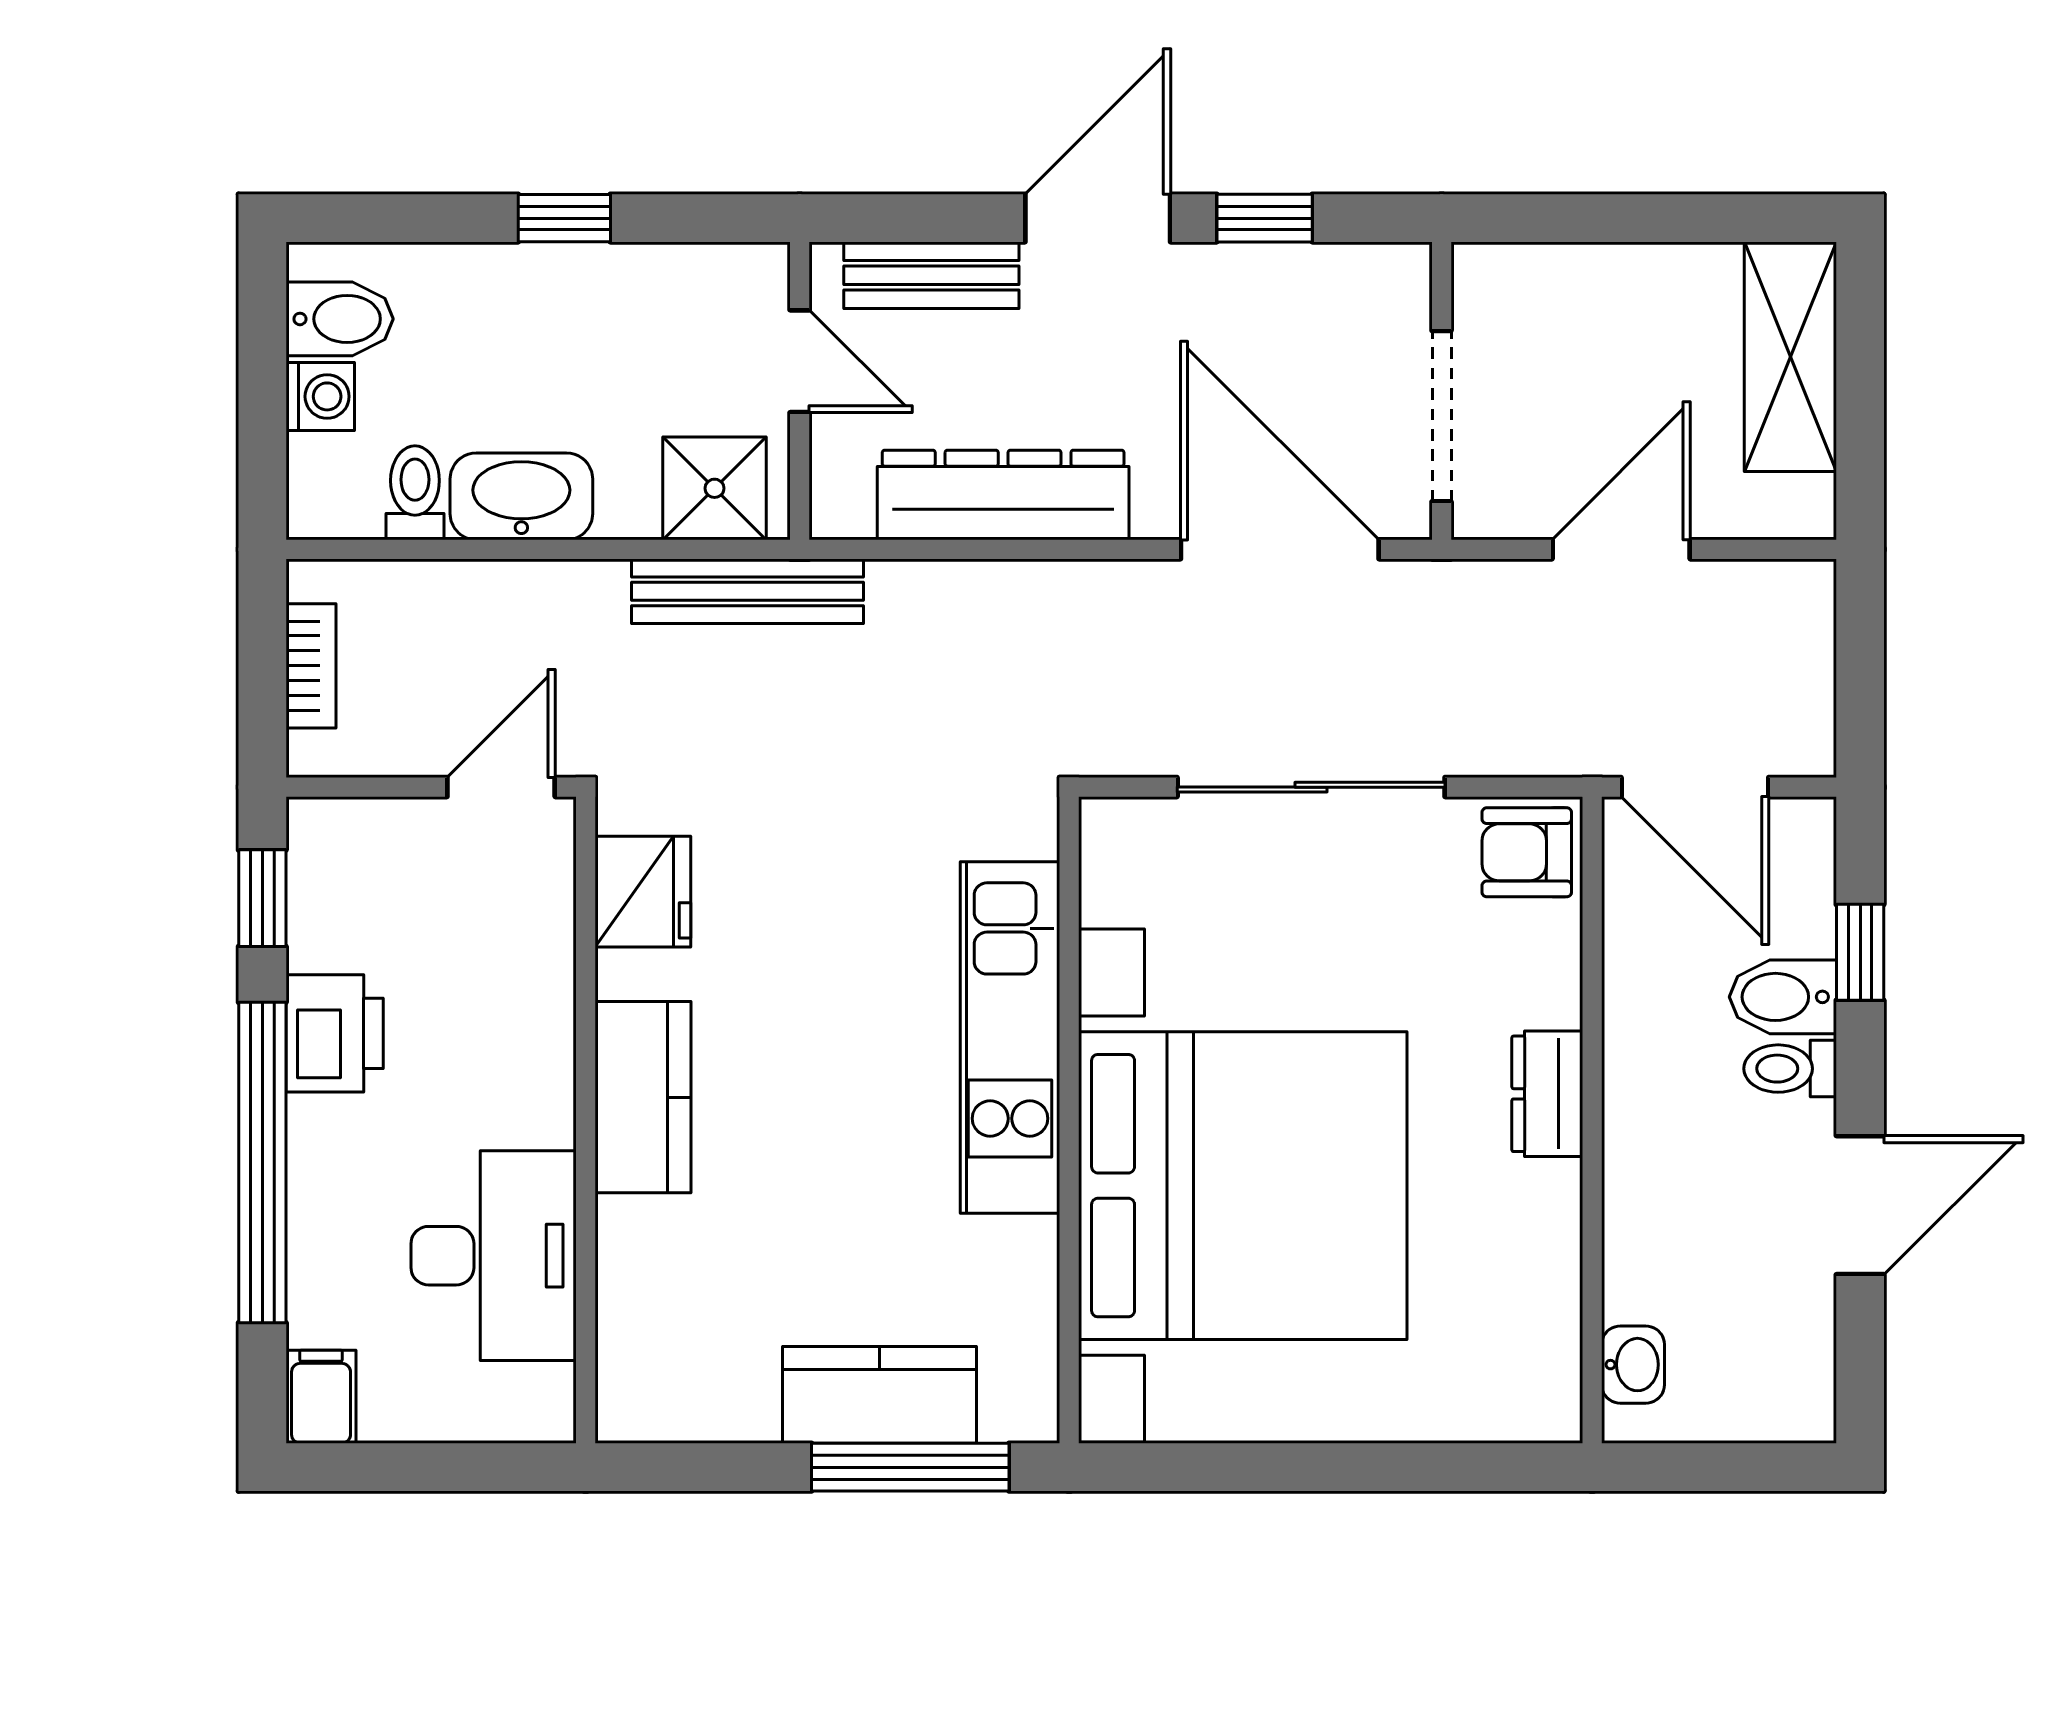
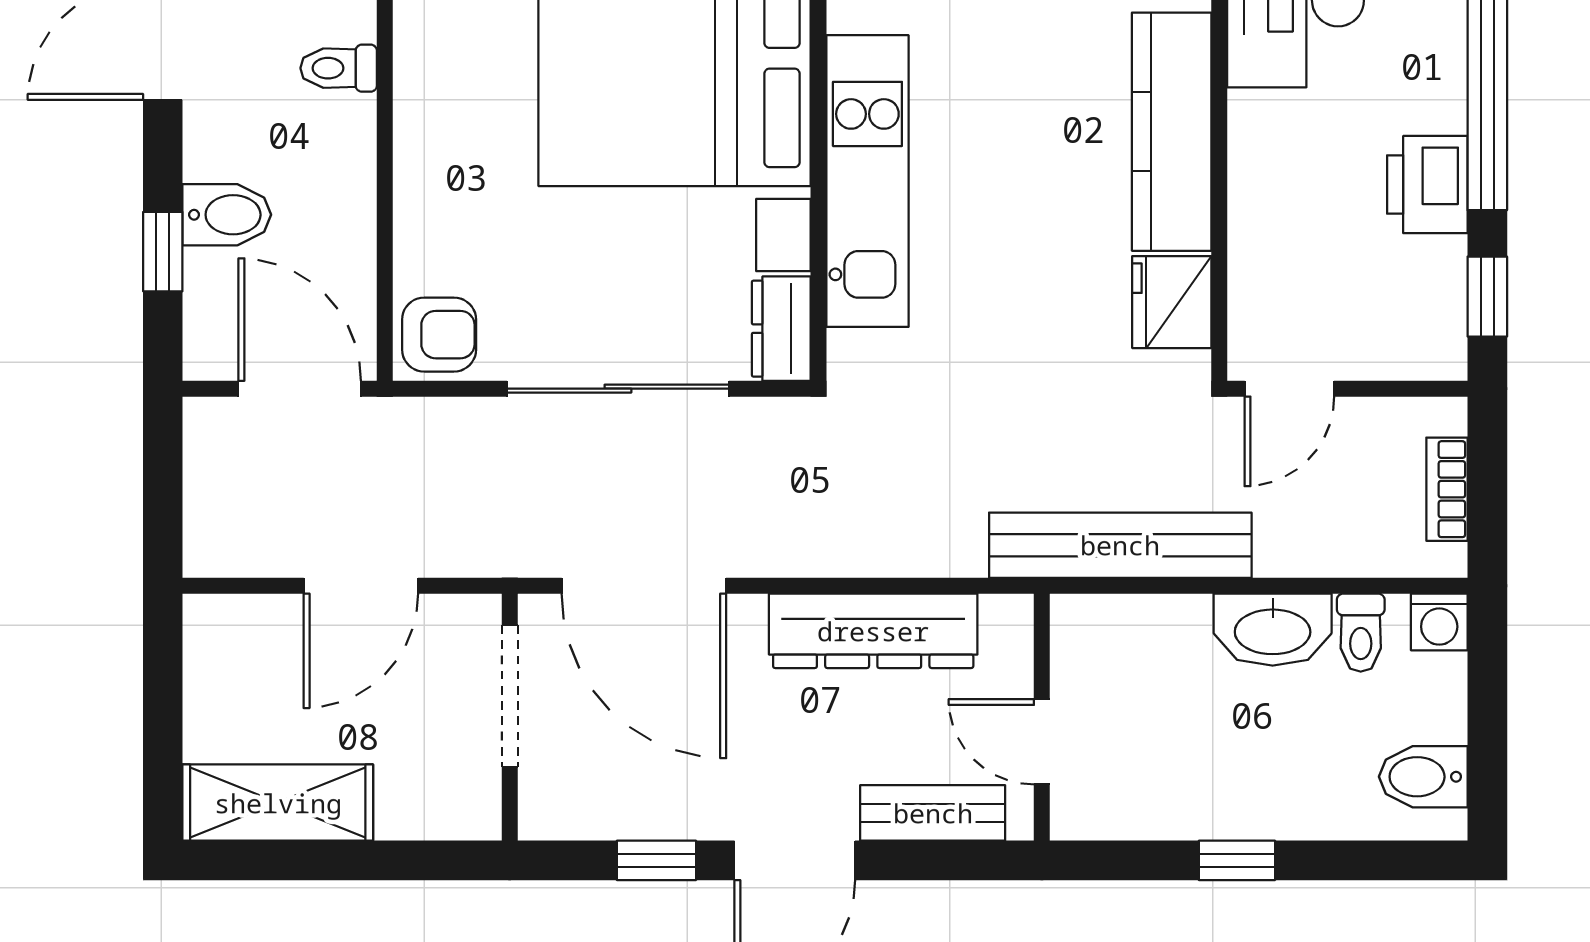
shelving: (1790, 357) -> (278, 803), moved, turned 90
washing machine: (320, 396) -> (1439, 622), moved, turned -90
shower: (715, 488) -> (1112, 636), removed
bench: (747, 591) -> (1120, 545), width x1.37, depth x1.21
toilet: (1790, 1069) -> (339, 68), moved, turned 180
dresser: (1547, 1094) -> (781, 329), moved, turned 180
kitchen counter: (643, 1097) -> (1172, 132), width x1.50

